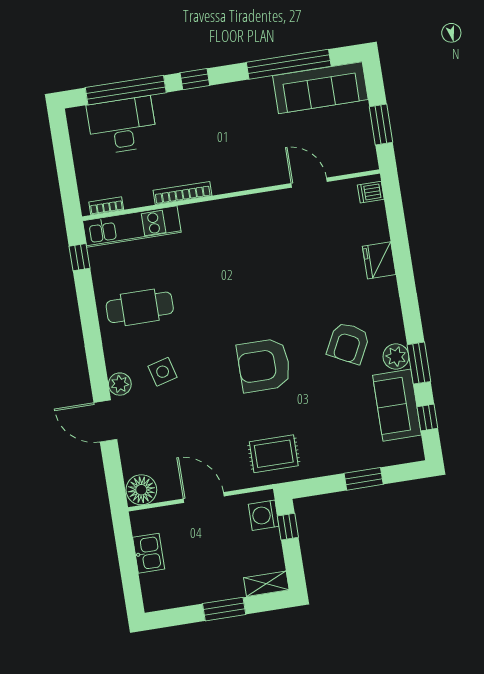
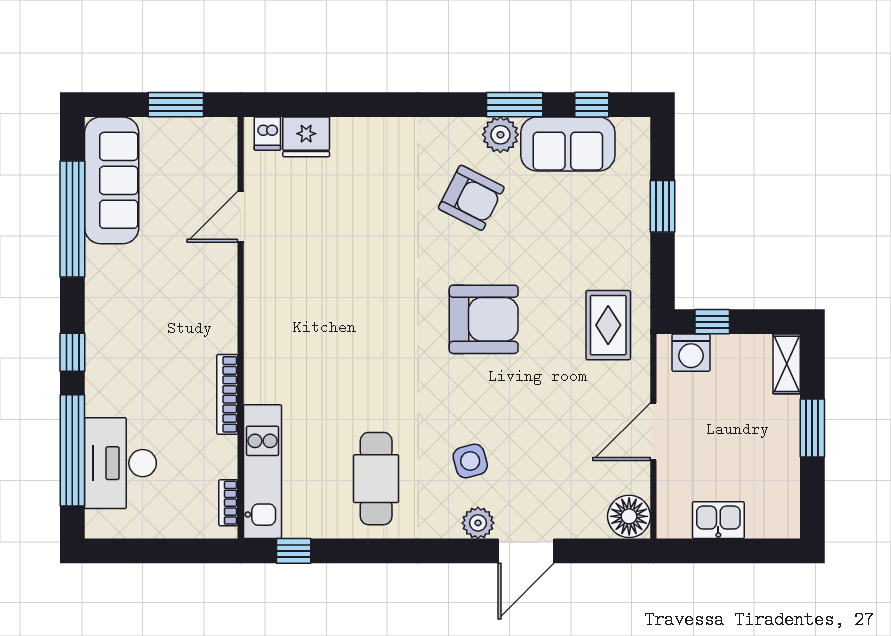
fridge: (379, 260) -> (306, 137), moved
armchair: (264, 365) -> (484, 319), turned -90

